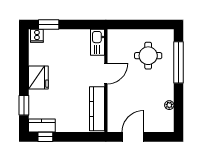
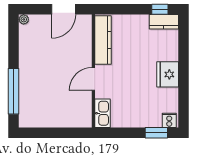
round table: (148, 56) -> (47, 98), removed
window: (24, 105) -> (184, 44), removed
plant: (169, 105) -> (24, 19), moved

